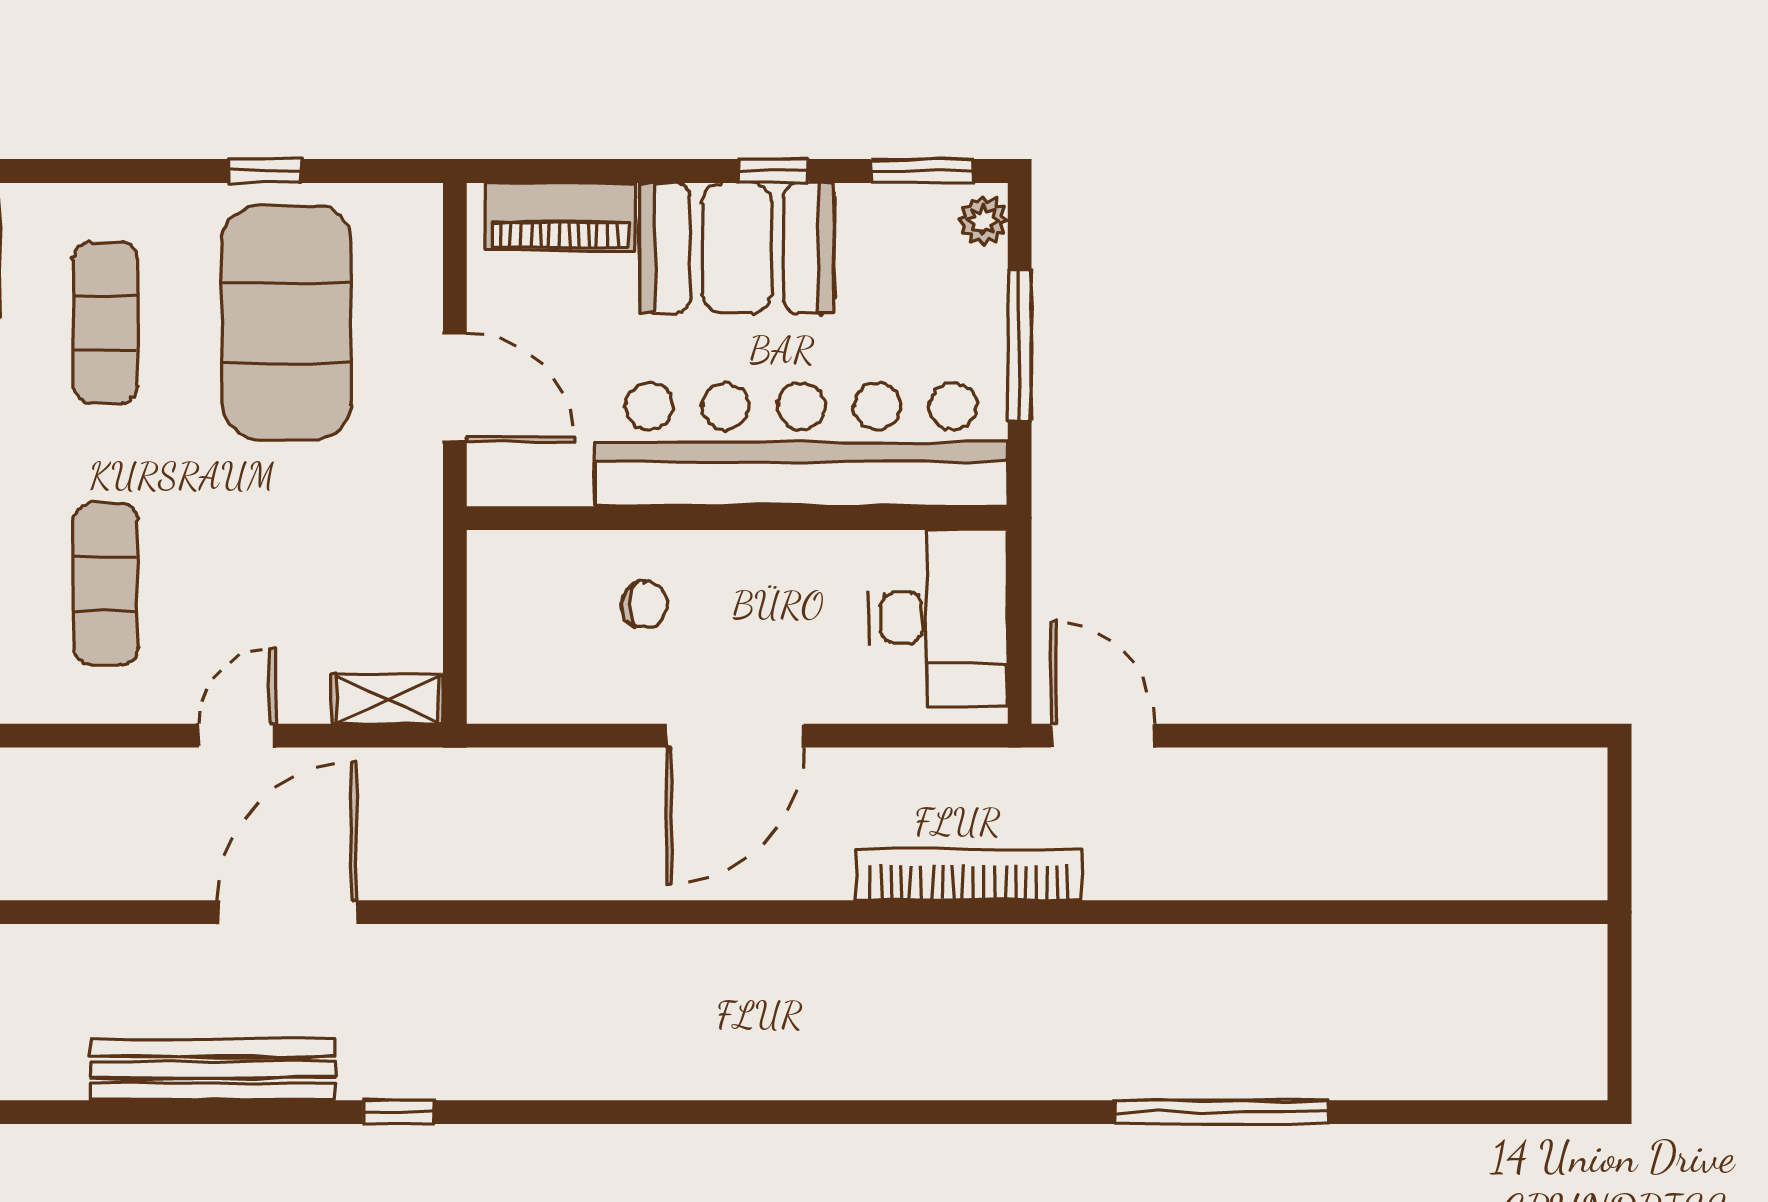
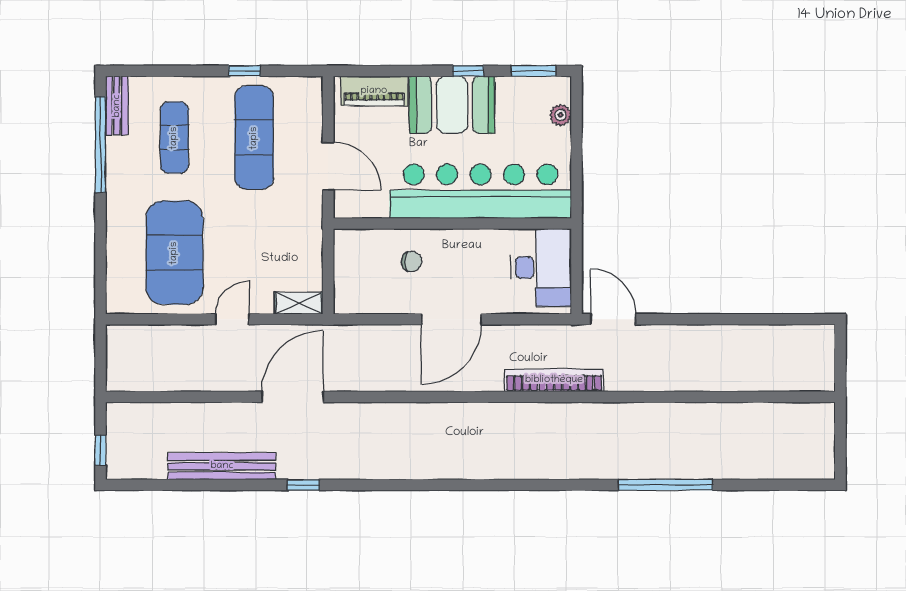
plant: (983, 220) -> (560, 115), moved
exercise mat: (287, 322) -> (254, 138), width x0.68
window: (1020, 345) -> (577, 148), removed
exercise mat: (105, 584) -> (174, 253), width x2.00, depth x1.45
door: (287, 912) -> (292, 397), moved

